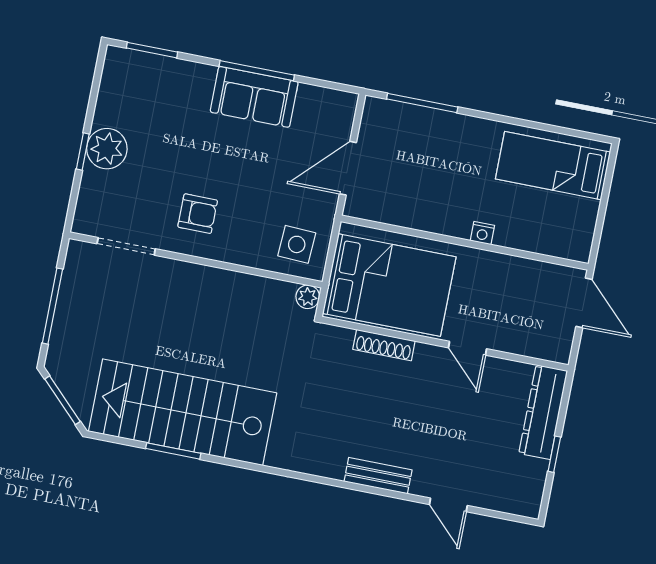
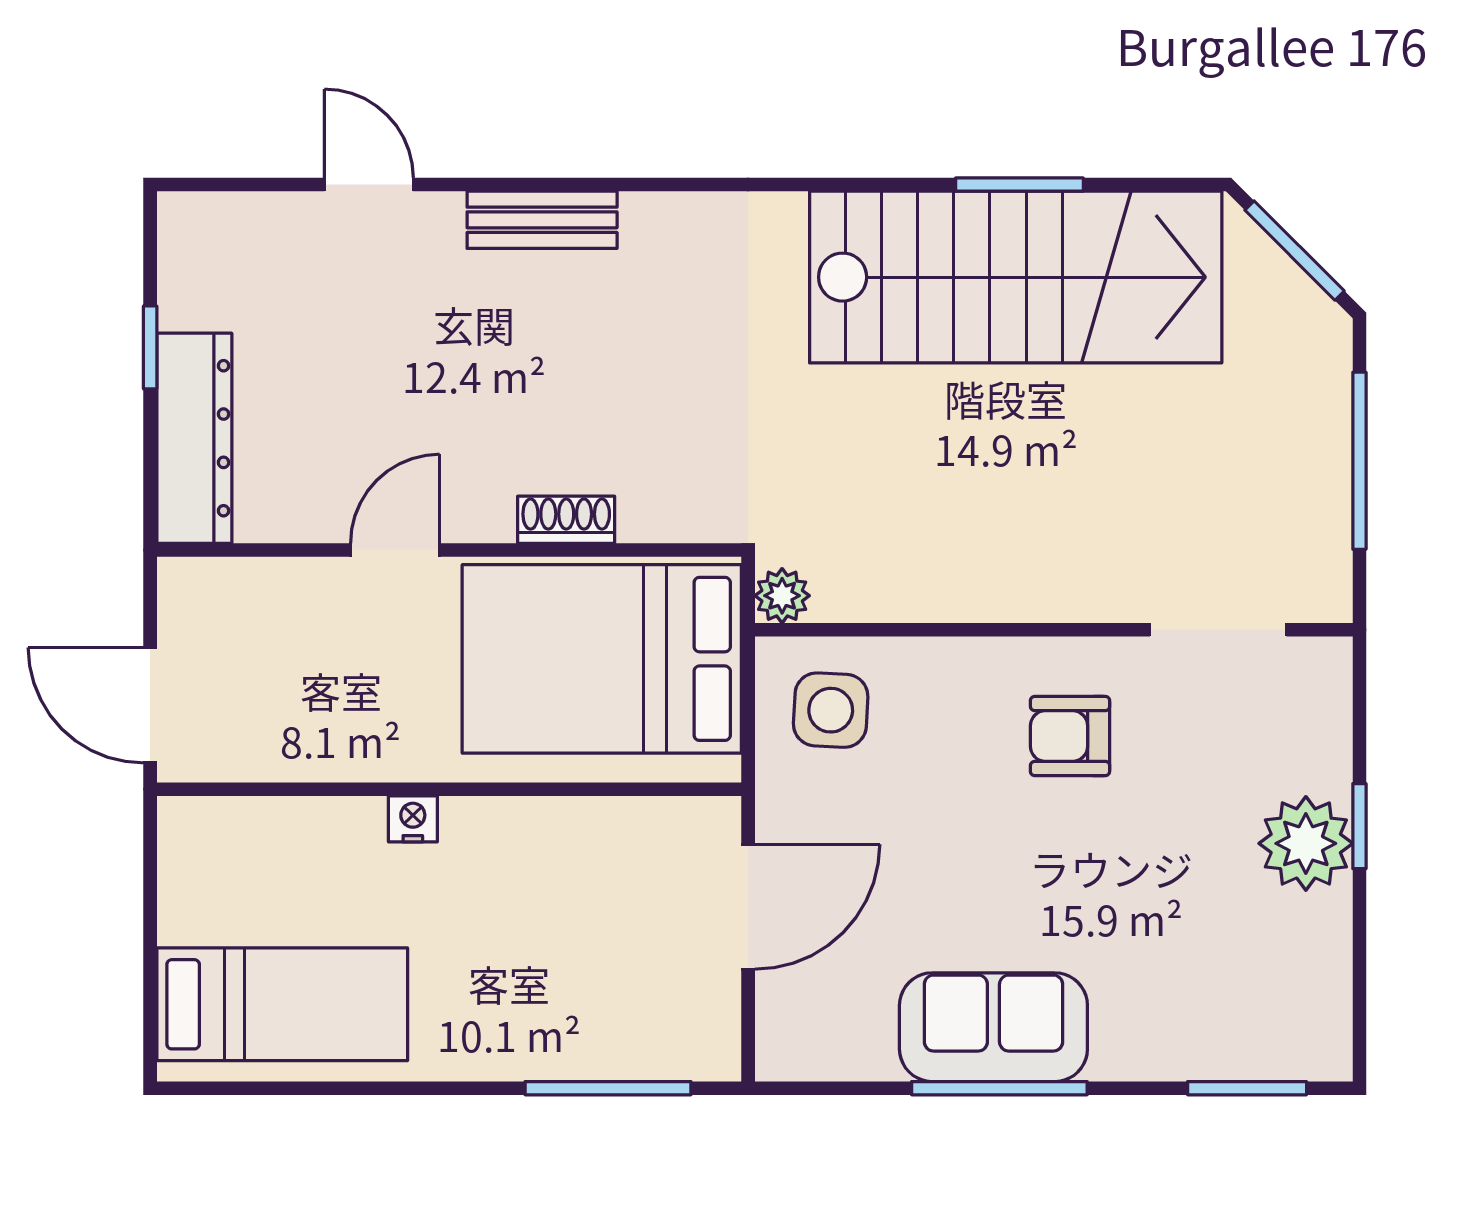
shoe rack: (384, 345) -> (566, 520), width x0.70
door: (468, 348) -> (395, 550), hinge flipped

